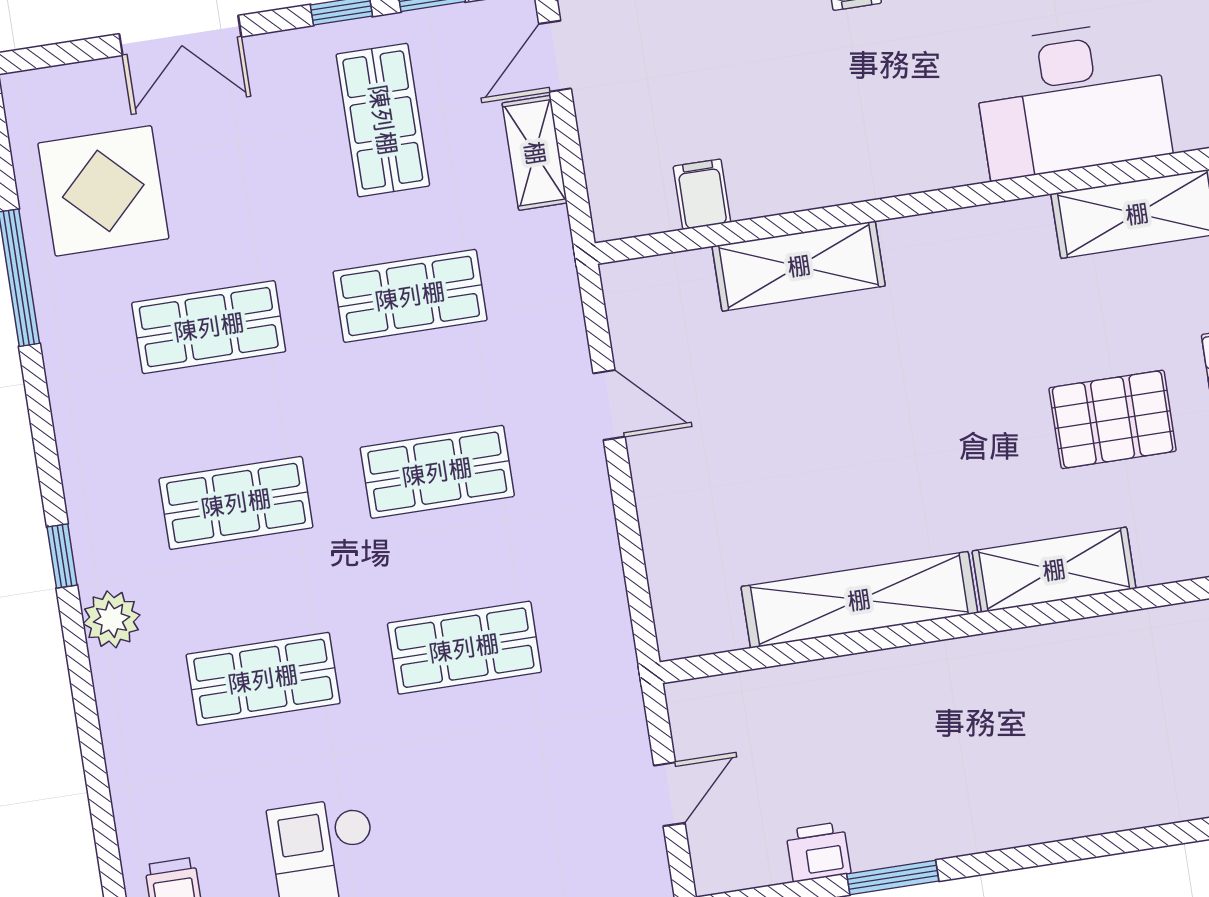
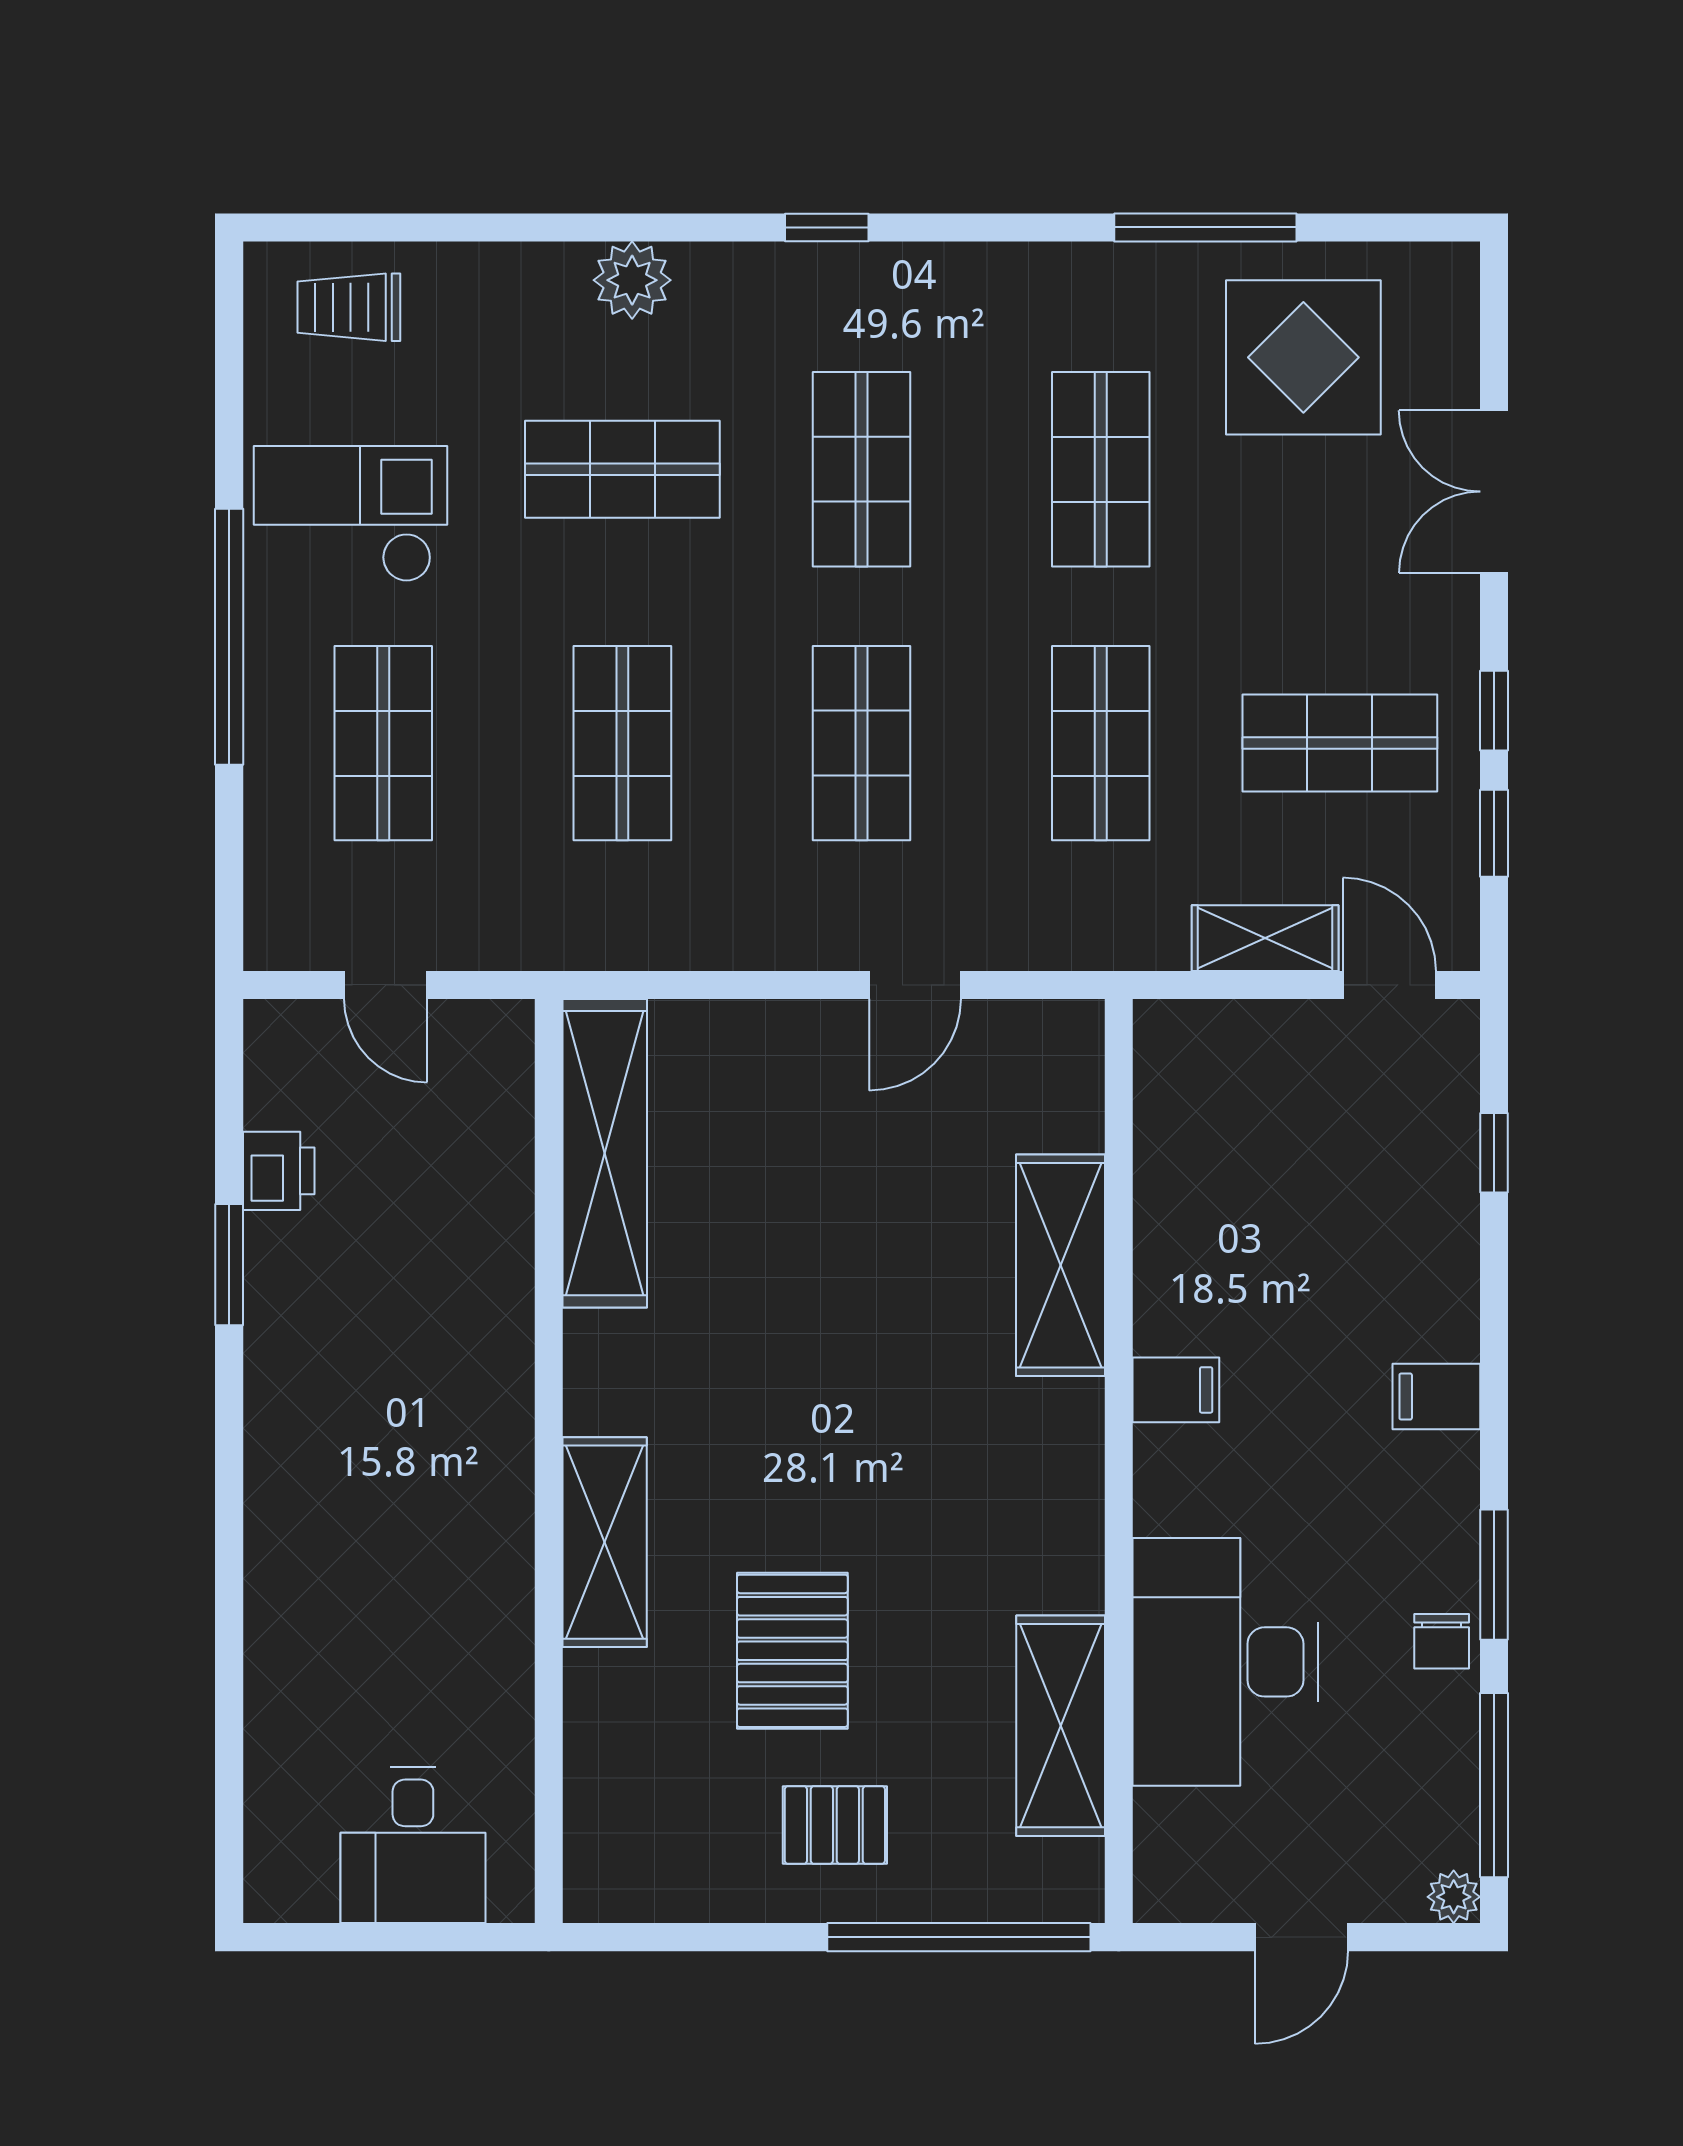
filing cabinet: (702, 194) -> (1176, 1390), moved
shelving: (859, 600) -> (605, 1153), moved
plant: (112, 619) -> (632, 280), moved
shop shelf: (263, 679) -> (622, 469), turned 90
shop shelf: (492, 824) -> (383, 743), added

